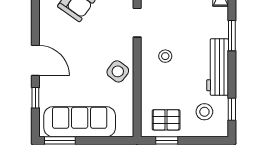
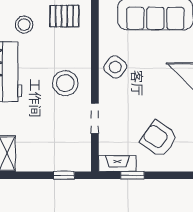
stool: (165, 56) -> (65, 83), width x1.89, depth x1.89

